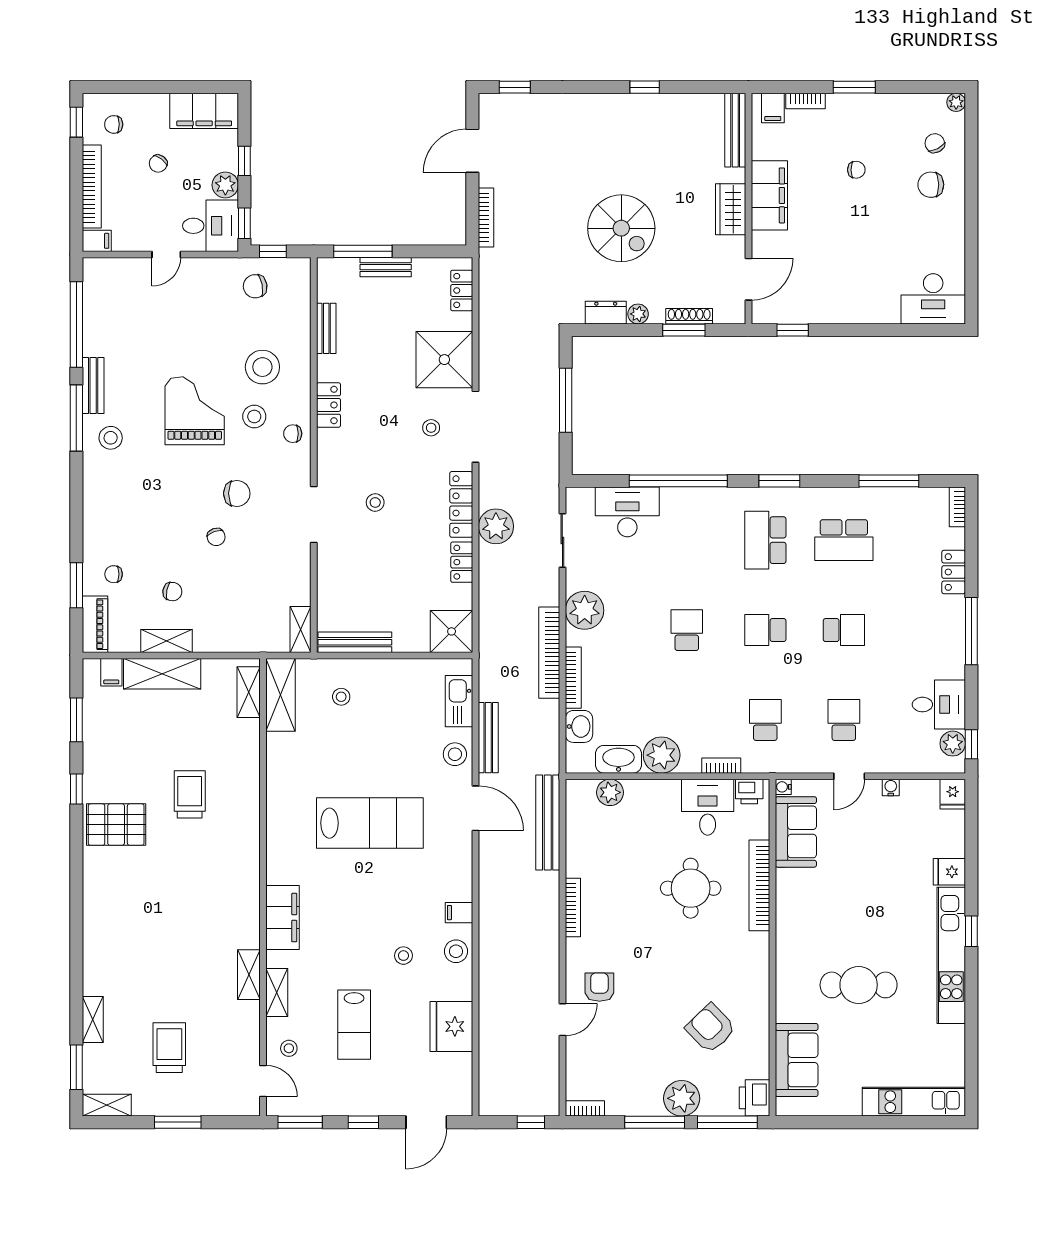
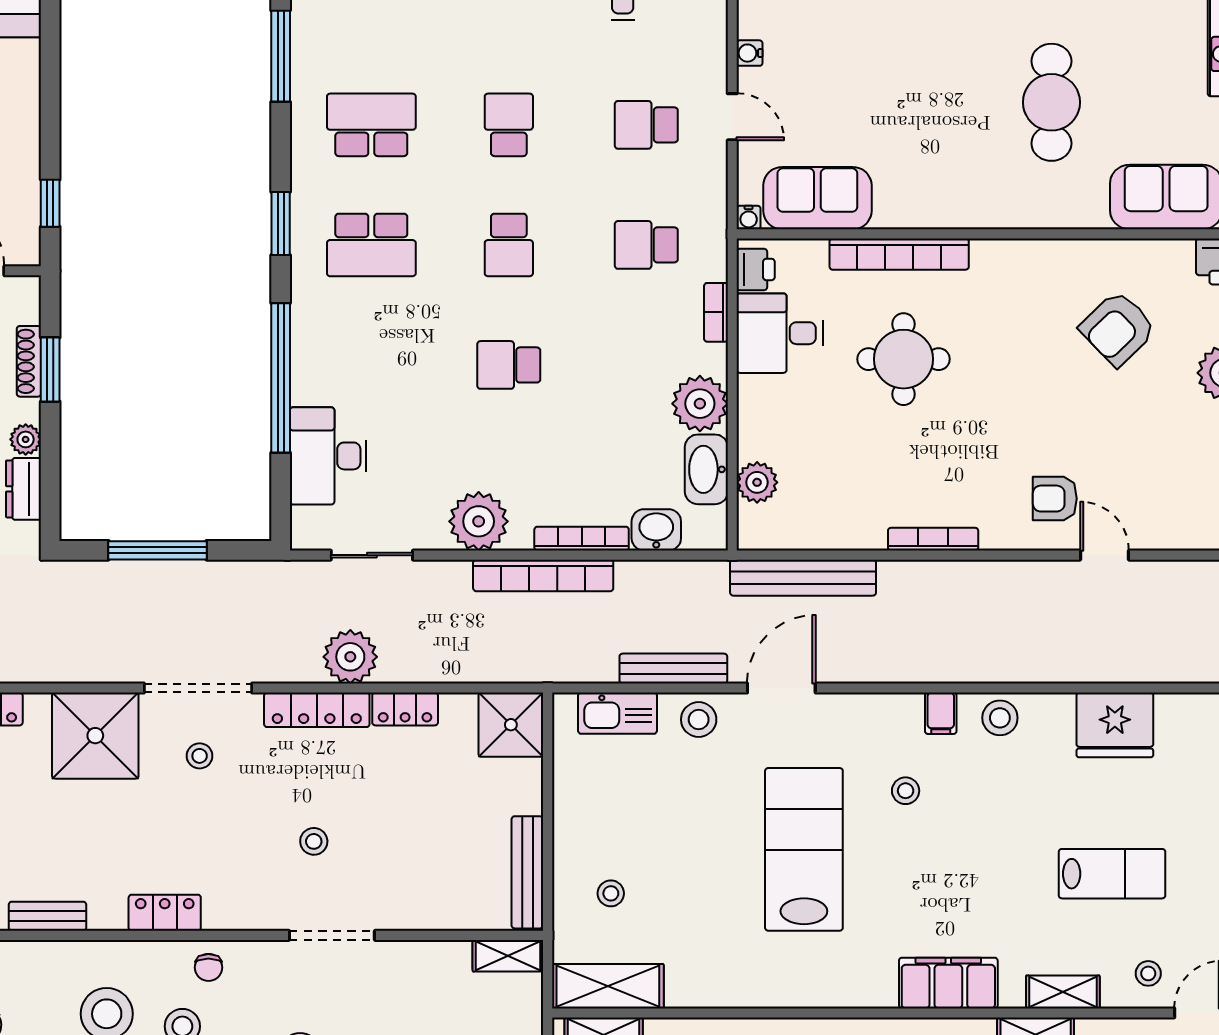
school desk: (844, 540) -> (371, 125), turned -90
stool: (403, 956) -> (906, 791), moved

